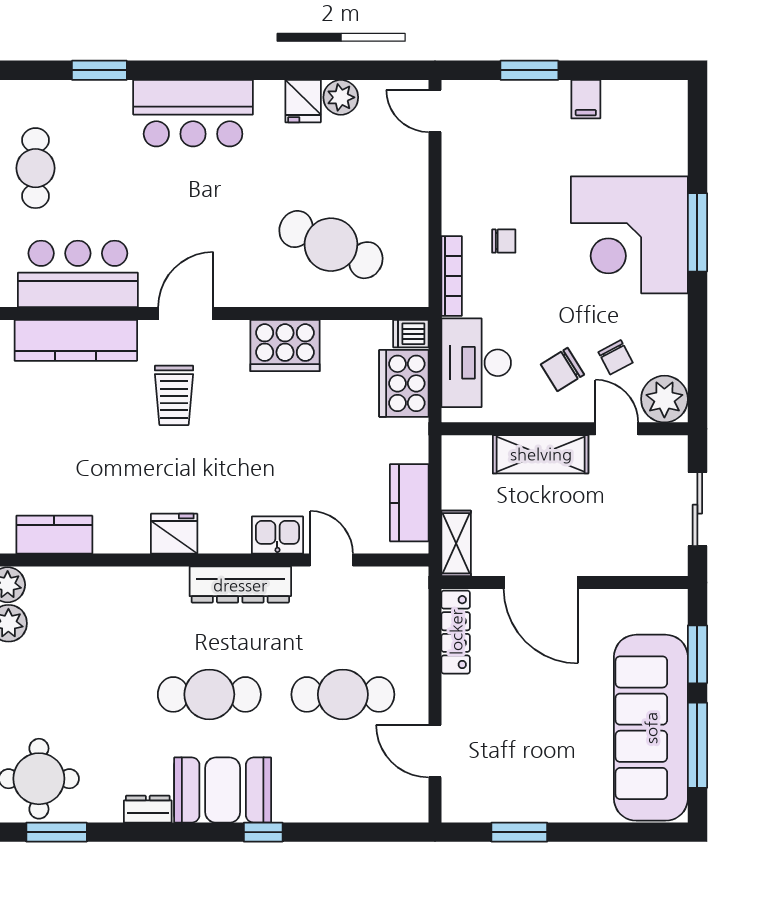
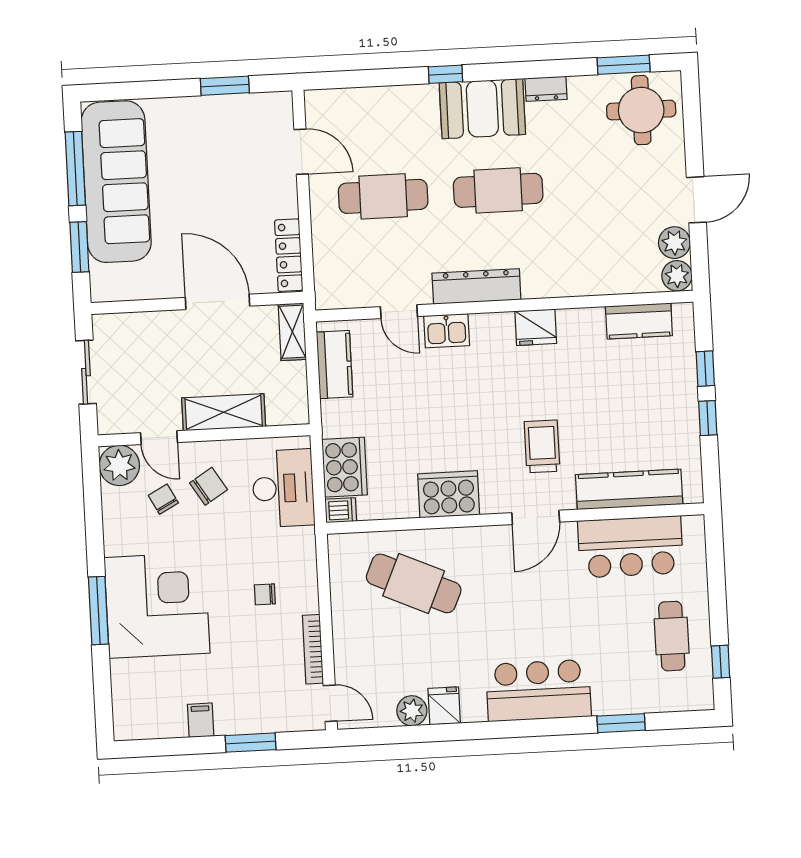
bookcase: (452, 276) -> (313, 649), moved

